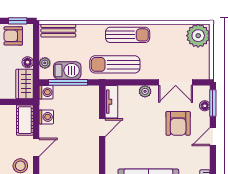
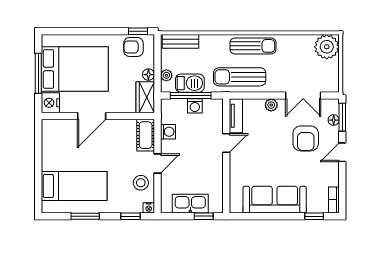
washing machine: (46, 92) -> (195, 106), moved, turned 90

